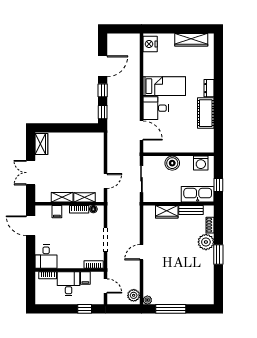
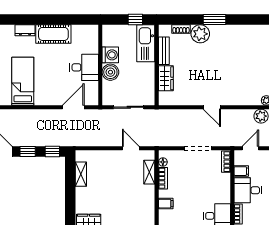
desk: (156, 108) -> (84, 67), moved, turned -90
washing machine: (201, 163) -> (110, 55), moved
shelving: (62, 197) -> (81, 174), moved

